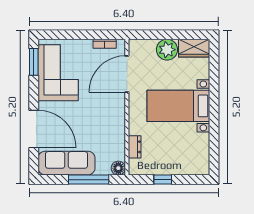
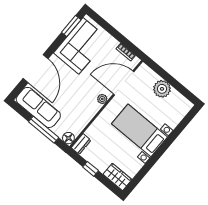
wardrobe: (194, 48) -> (117, 177), moved, turned 180
plant: (119, 106) -> (102, 99), added
dresser: (135, 147) -> (81, 144), moved

